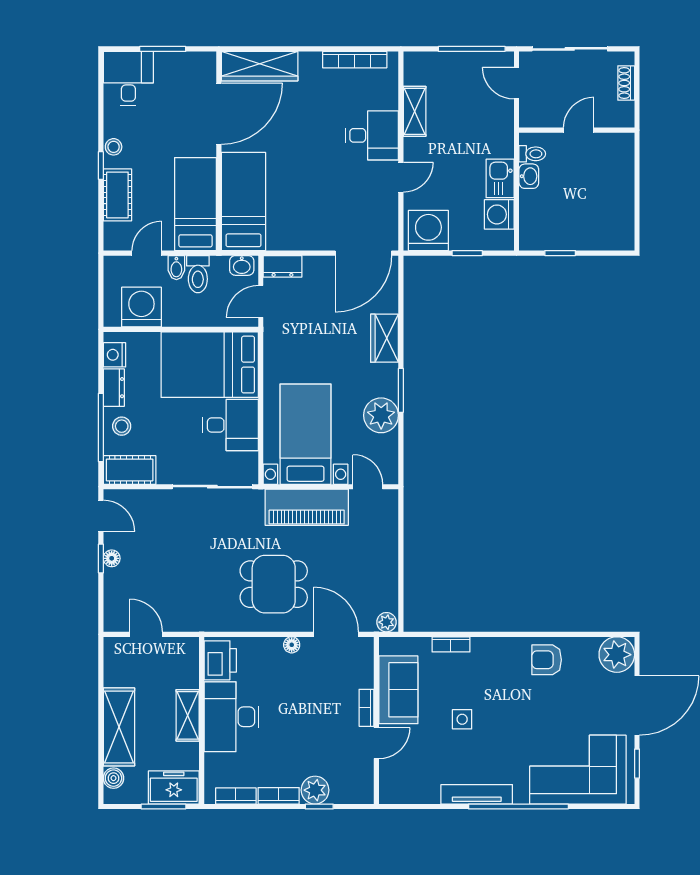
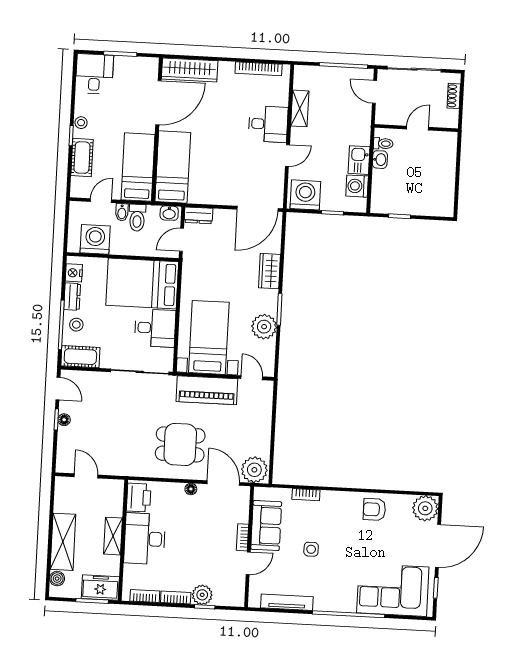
plant: (386, 622) -> (254, 470), width x1.87, depth x1.87
tv unit: (477, 794) -> (287, 602), moved

